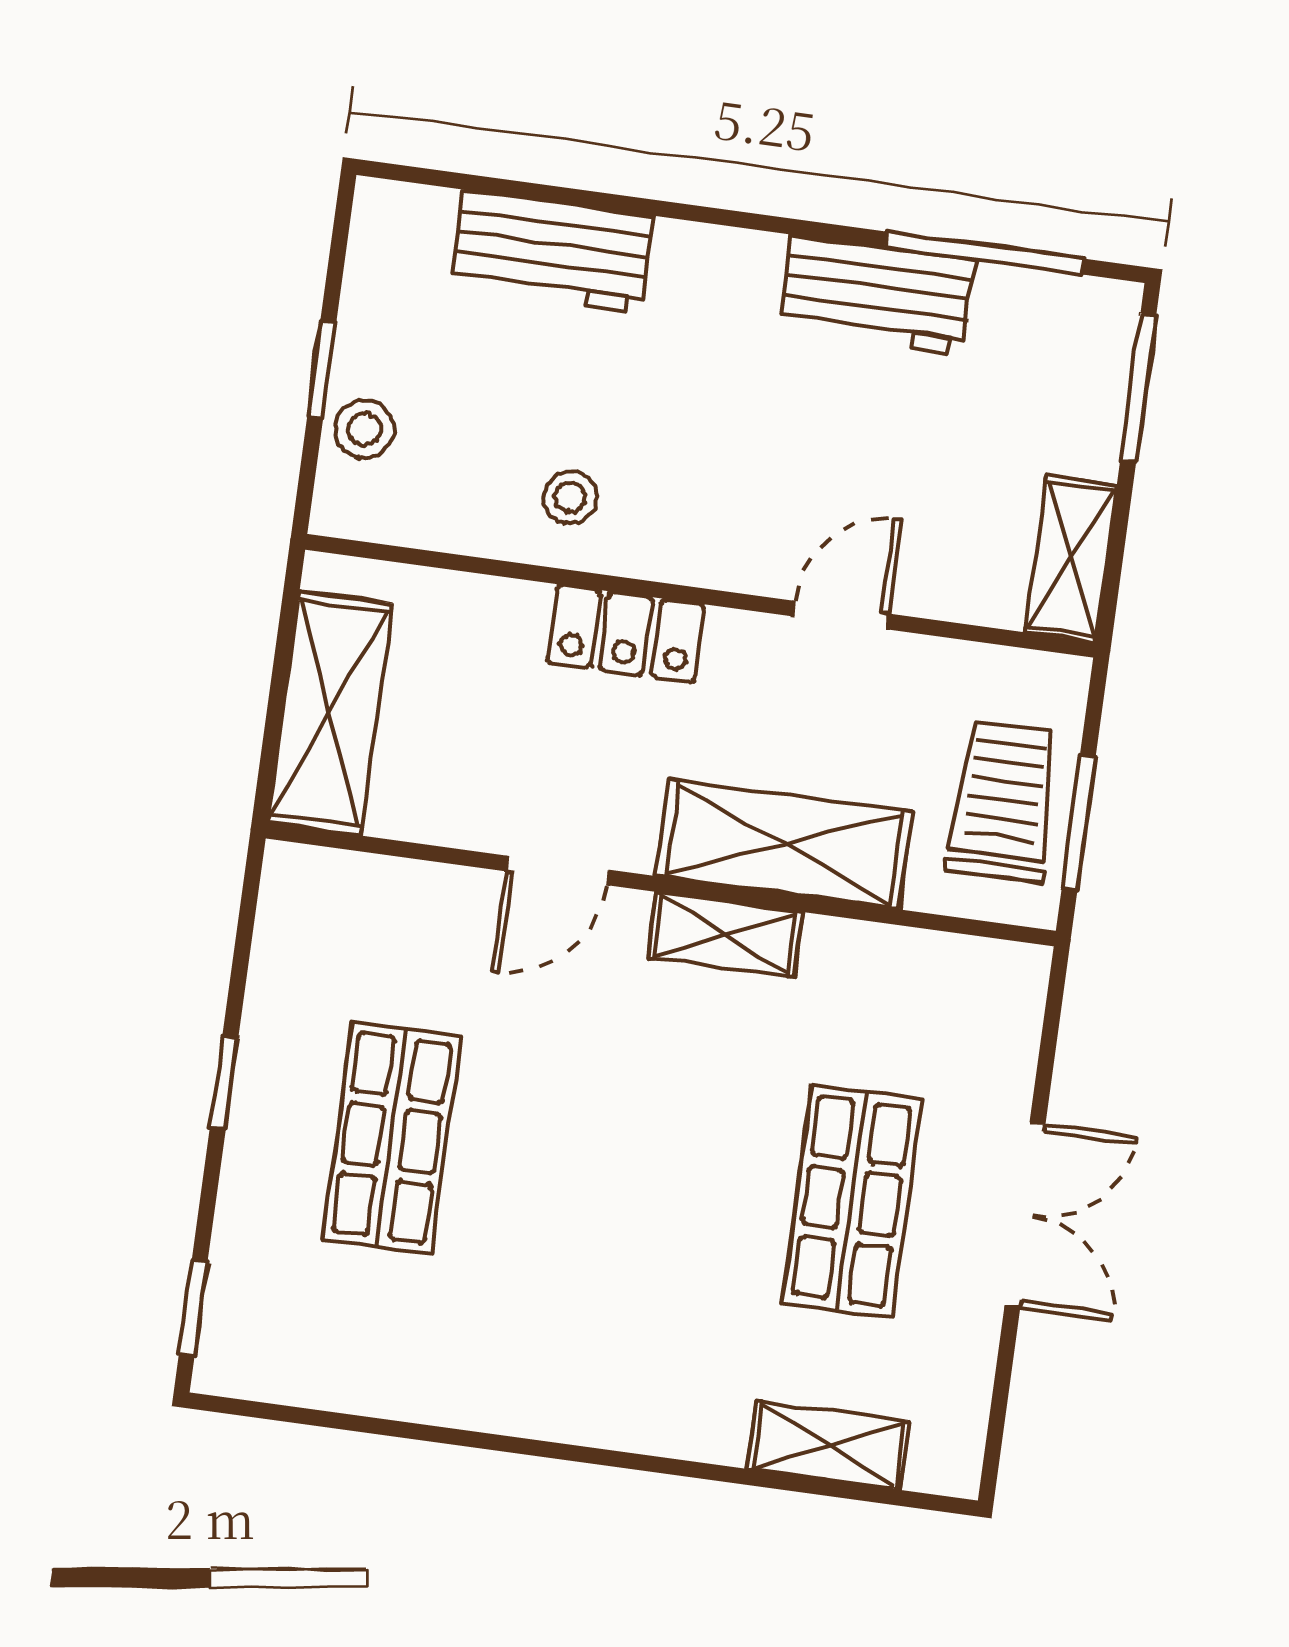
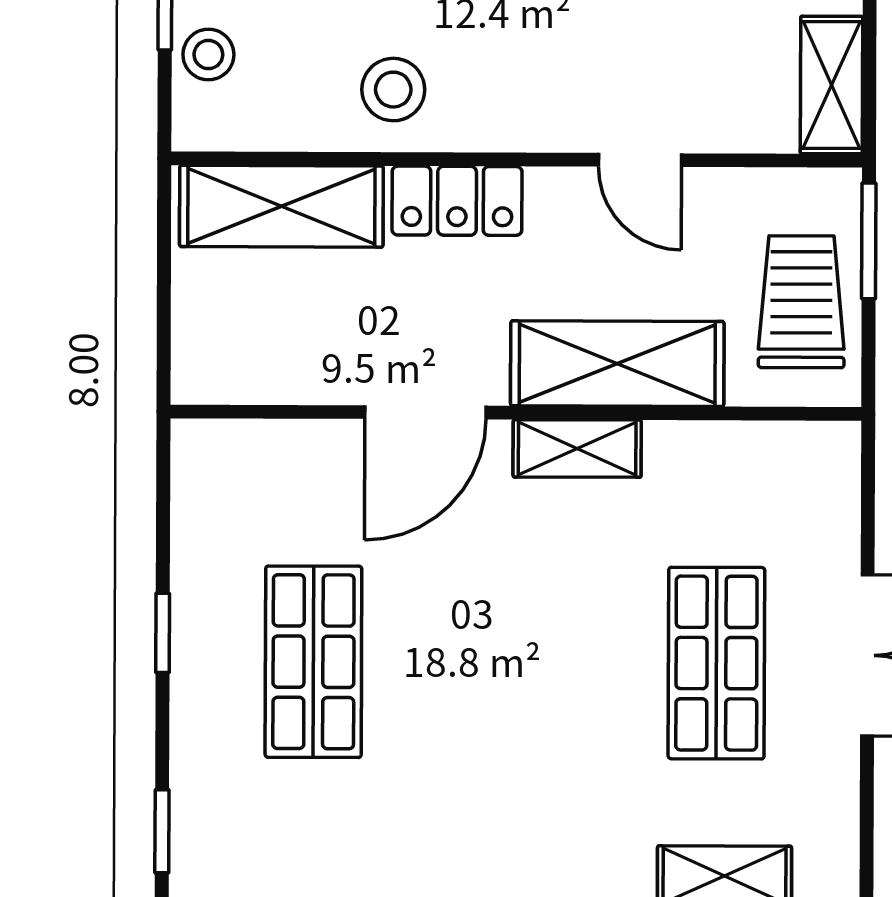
stool: (570, 497) -> (393, 90), width x1.37, depth x1.37
door: (841, 615) -> (640, 160), swing flipped
shelving: (330, 713) -> (281, 206), moved, turned 90
window: (1079, 823) -> (869, 241), moved
door: (557, 870) -> (425, 412), width x1.38

